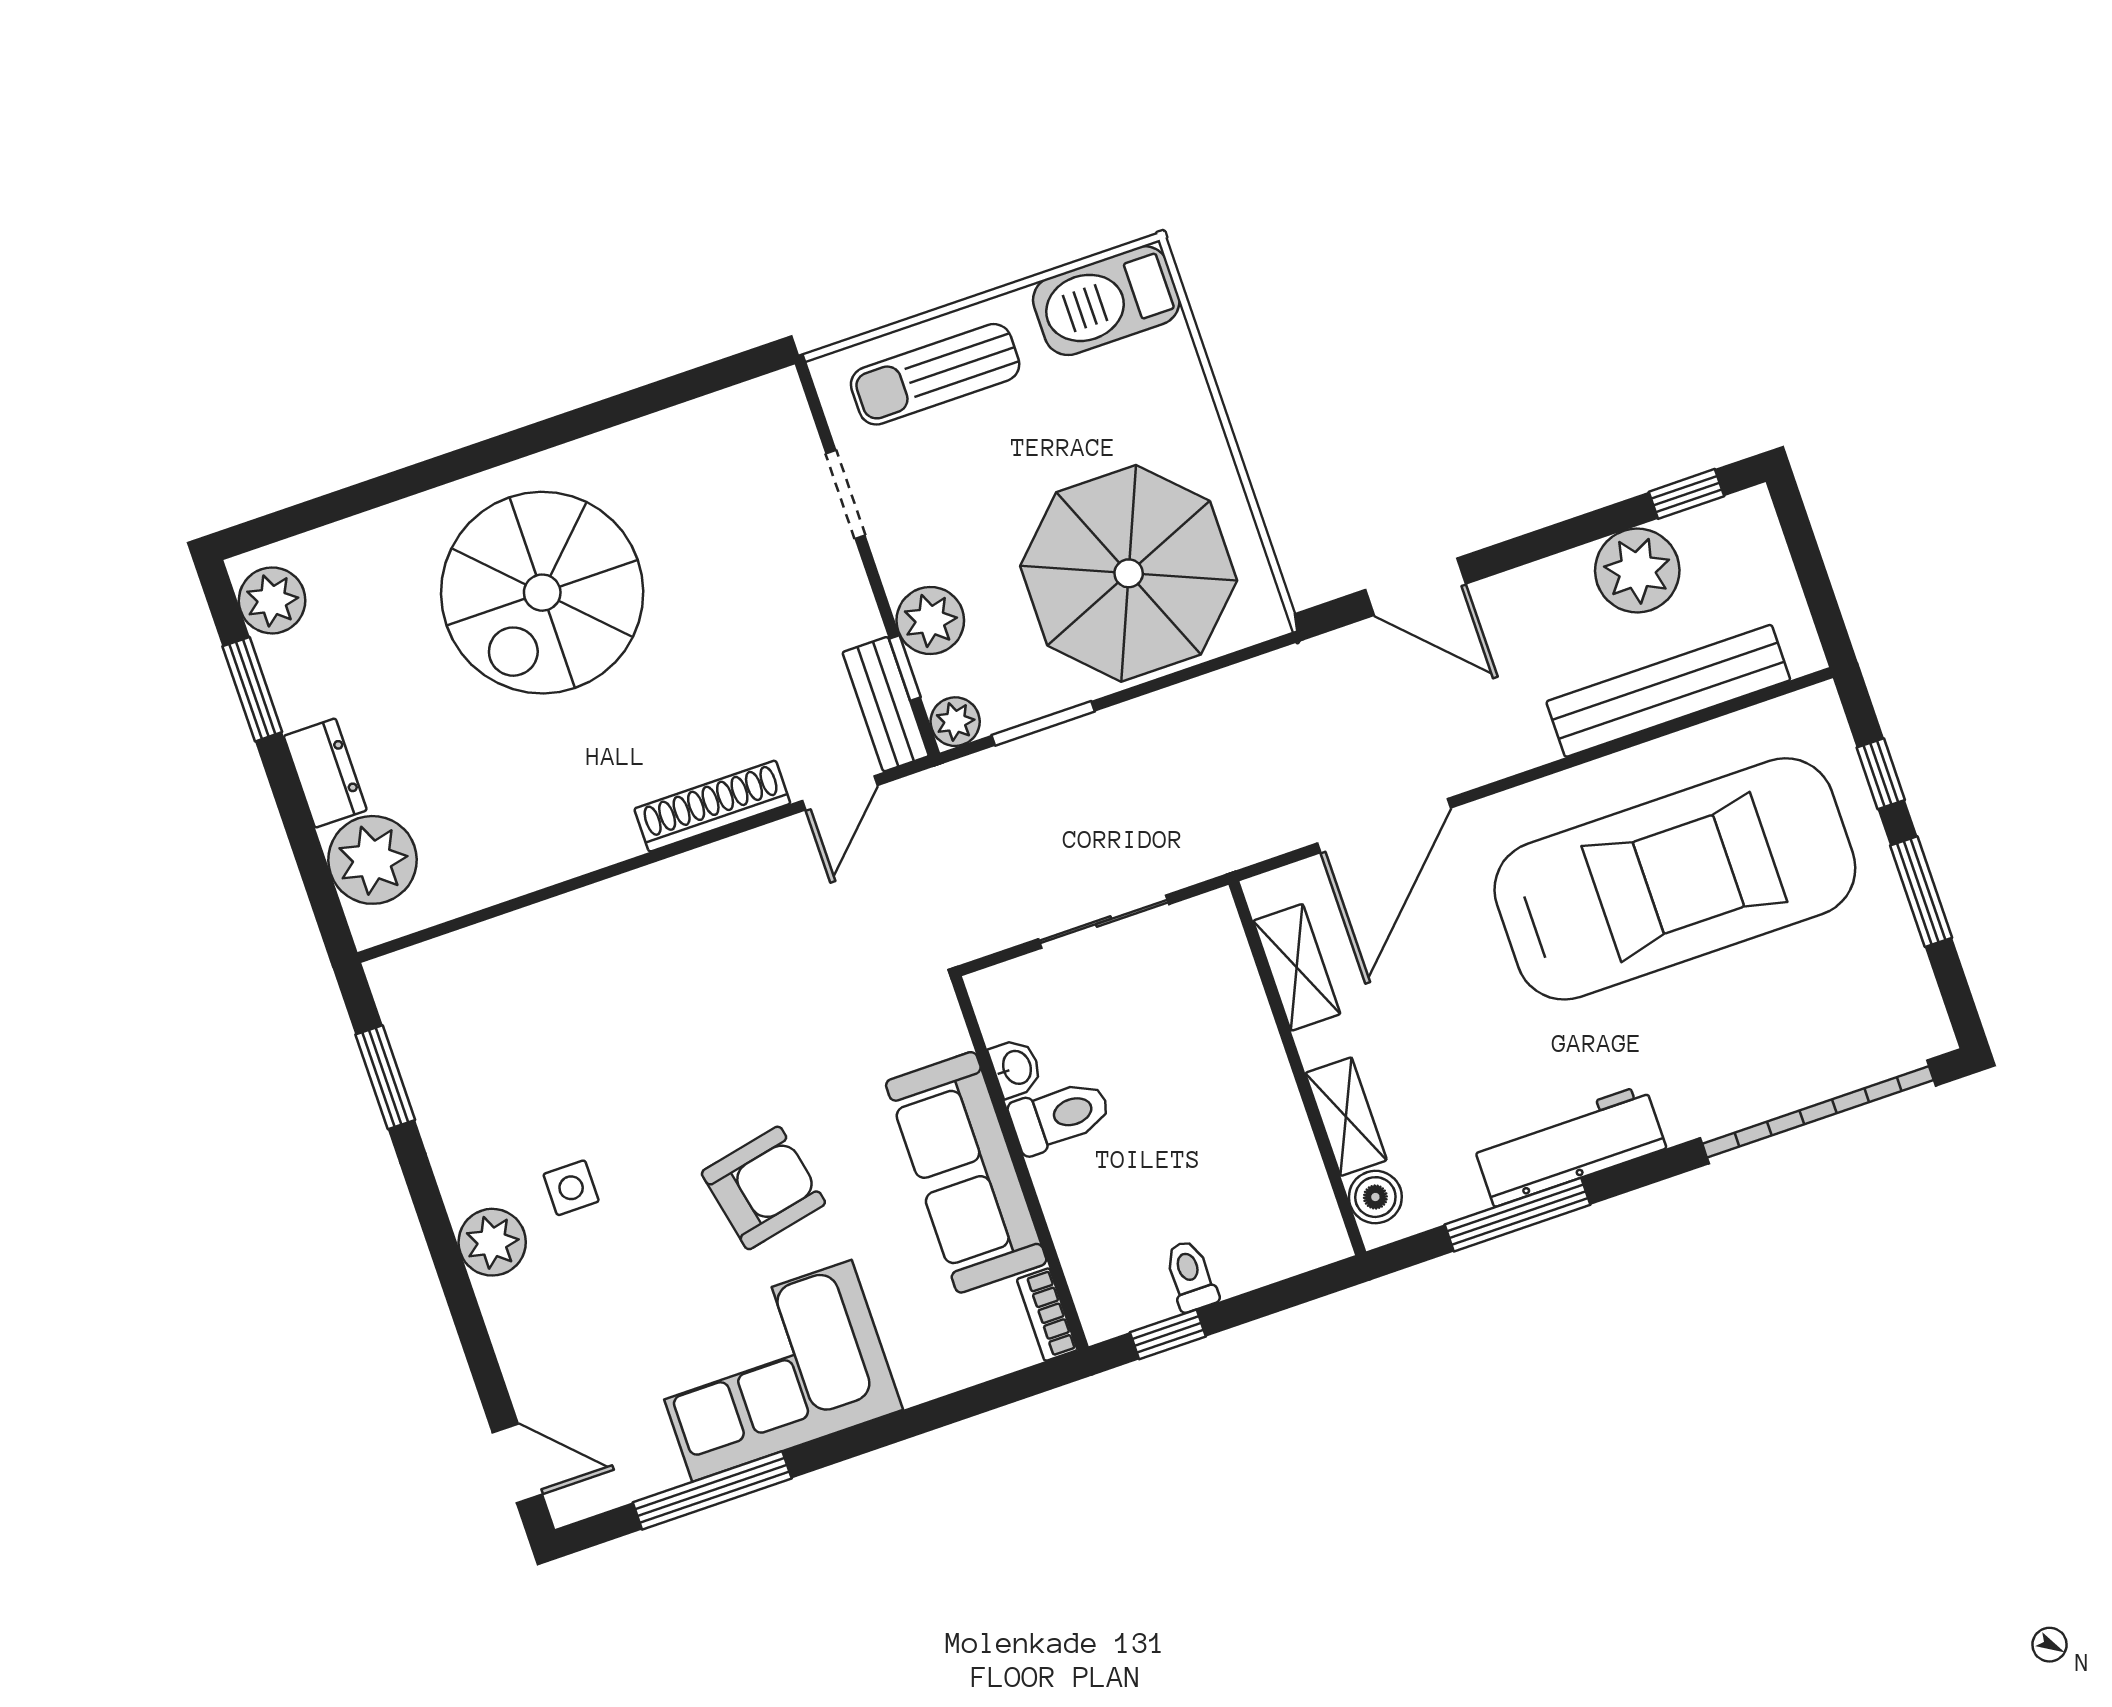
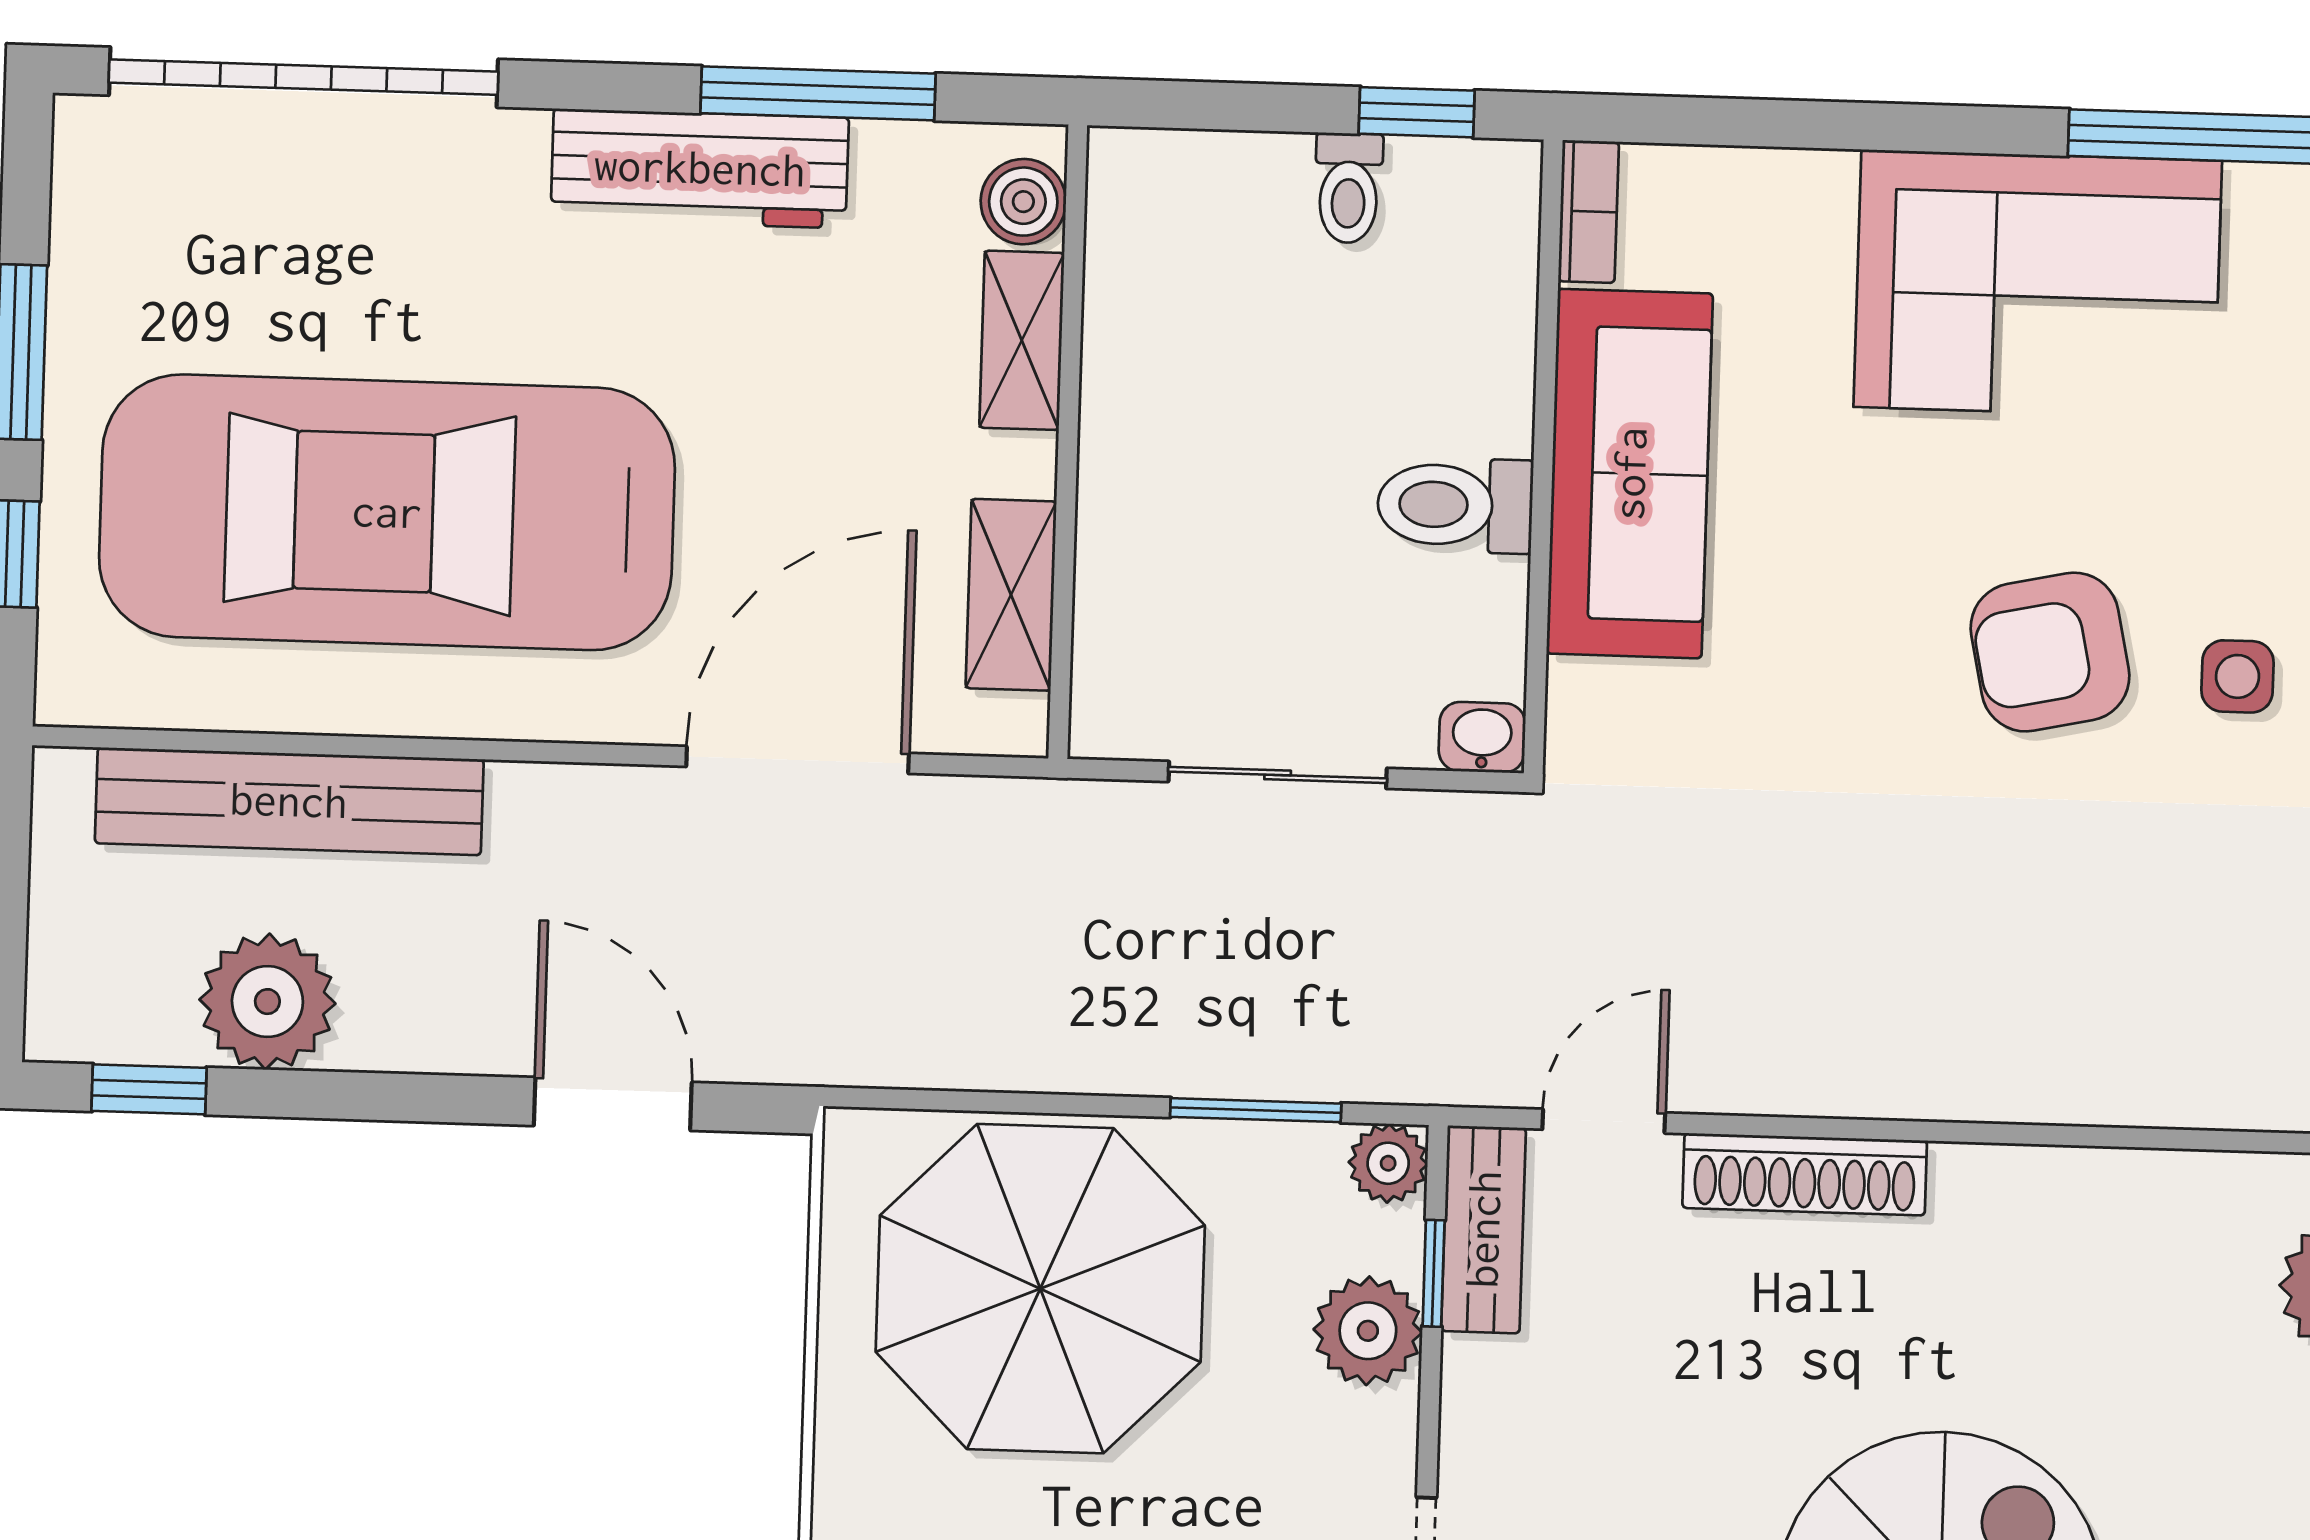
washbasin: (1016, 1068) -> (1482, 737), moved, turned 90
armchair: (763, 1188) -> (2050, 652), moved

